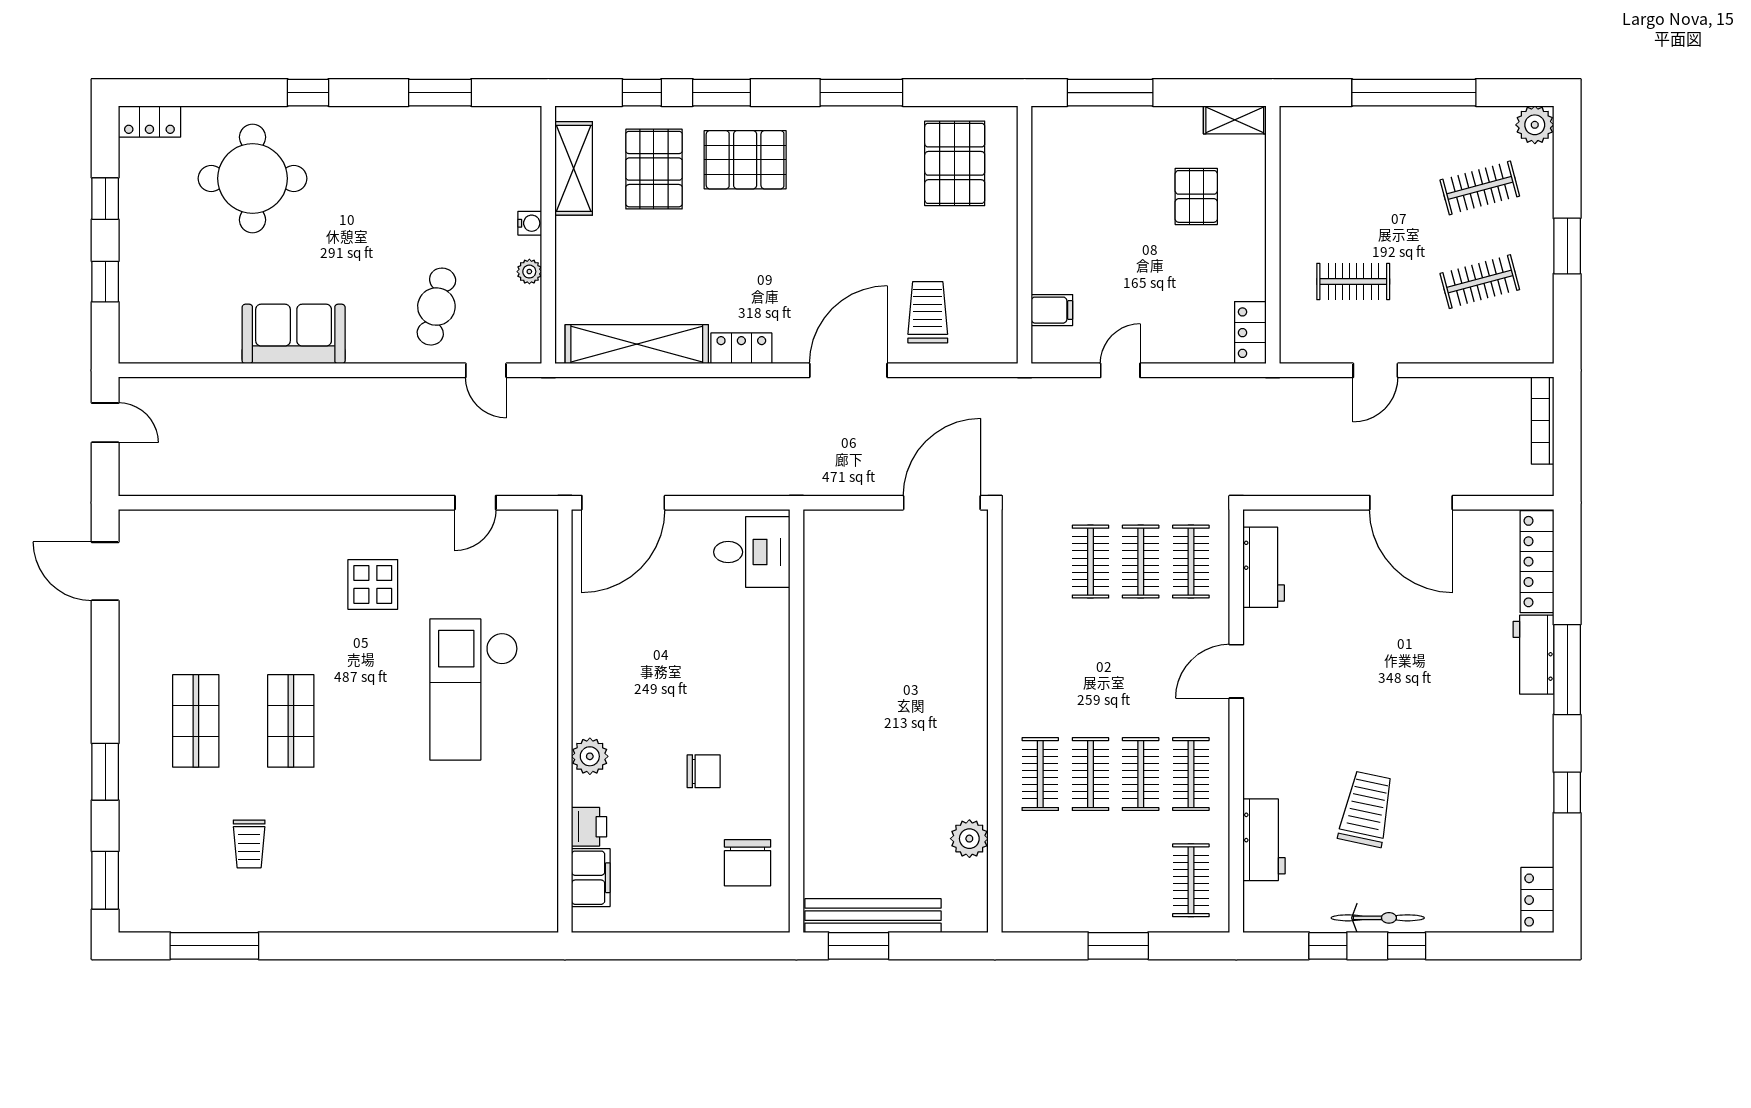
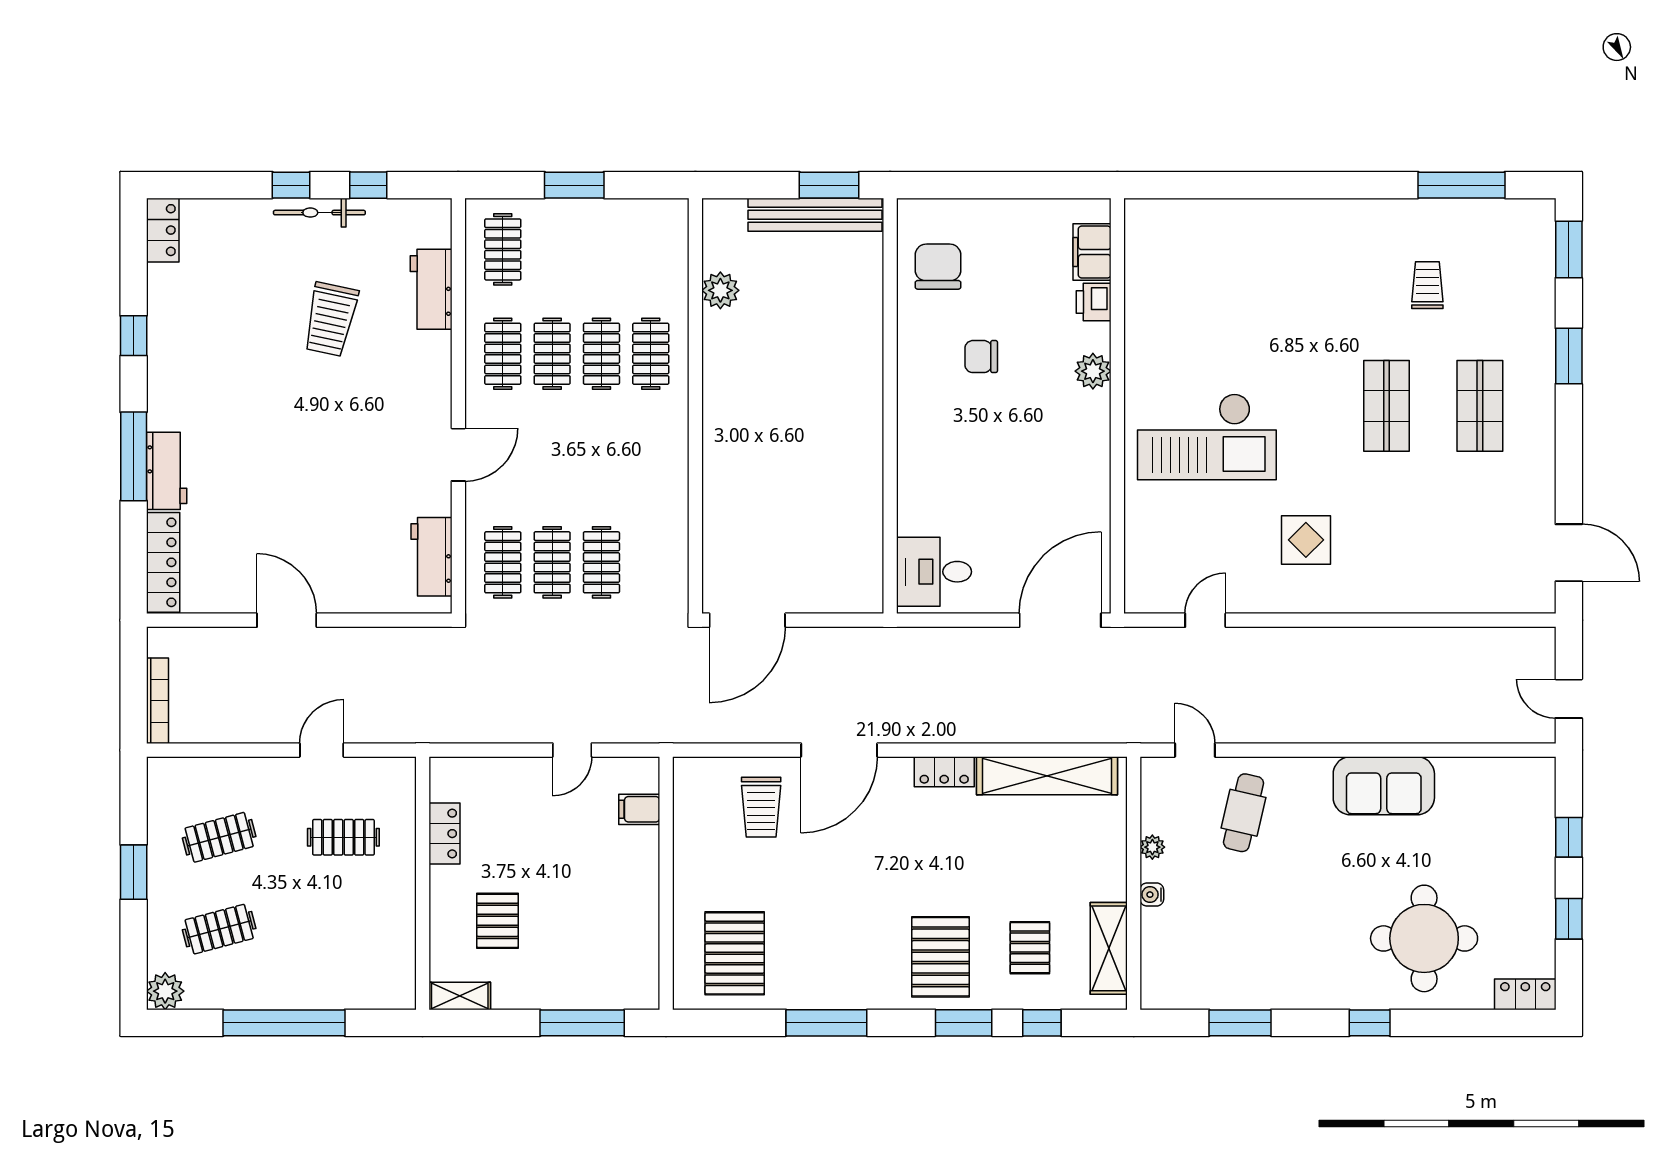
pallet: (745, 160) -> (940, 957), turned 90
pallet: (654, 169) -> (1030, 948), width x0.67, depth x0.71
locker: (1250, 333) -> (444, 834), moved
door: (1411, 503) -> (287, 620), width x0.73
checkout: (474, 690) -> (1207, 437), turned 90

